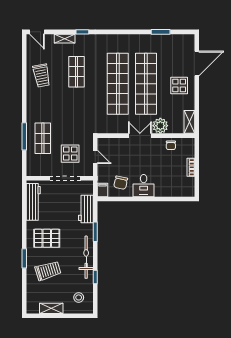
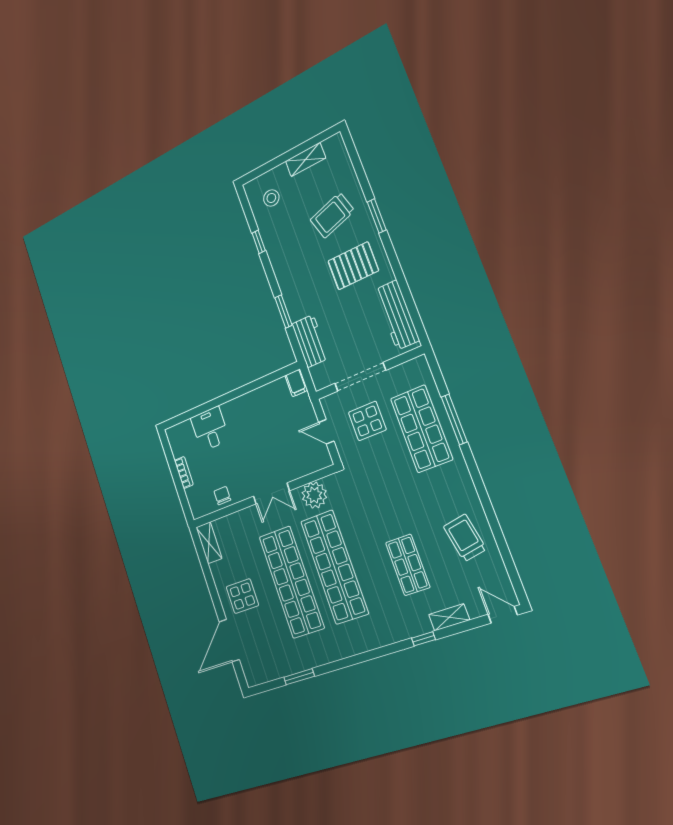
plant: (160, 126) -> (314, 495), moved
shop shelf: (43, 138) -> (421, 429), width x1.43, depth x1.36
chair: (121, 183) -> (274, 406), removed
desk: (144, 186) -> (210, 429), moved
bicycle: (86, 257) -> (283, 265), removed

